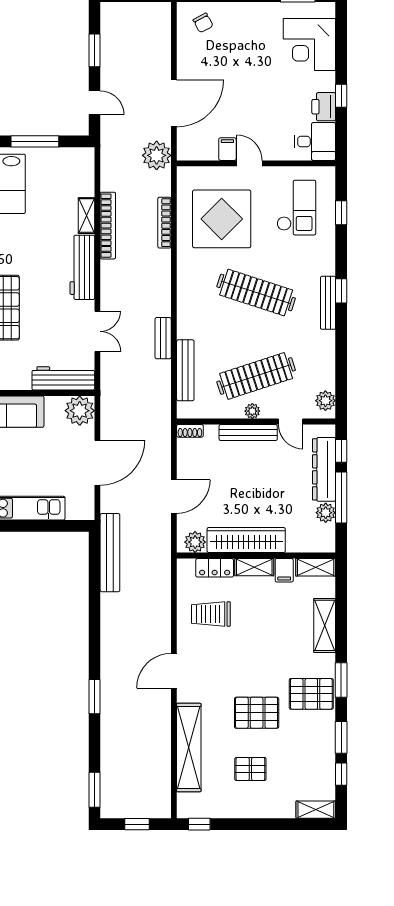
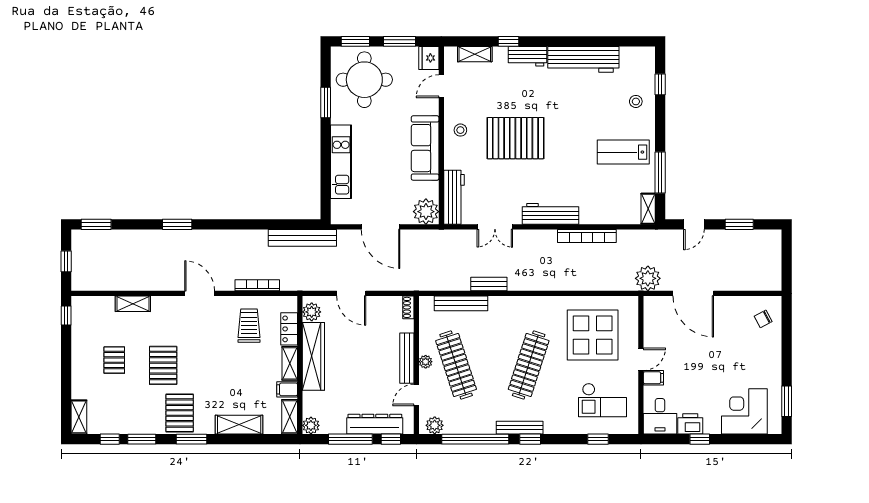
filing cabinet: (227, 149) -> (653, 378), moved
shelving: (86, 216) -> (648, 209), moved, turned 90
bookcase: (164, 223) -> (257, 285), moved
window: (341, 354) -> (475, 439), added
plant: (326, 513) -> (311, 425), moved
shelving: (189, 748) -> (133, 304), width x0.45, depth x0.75

